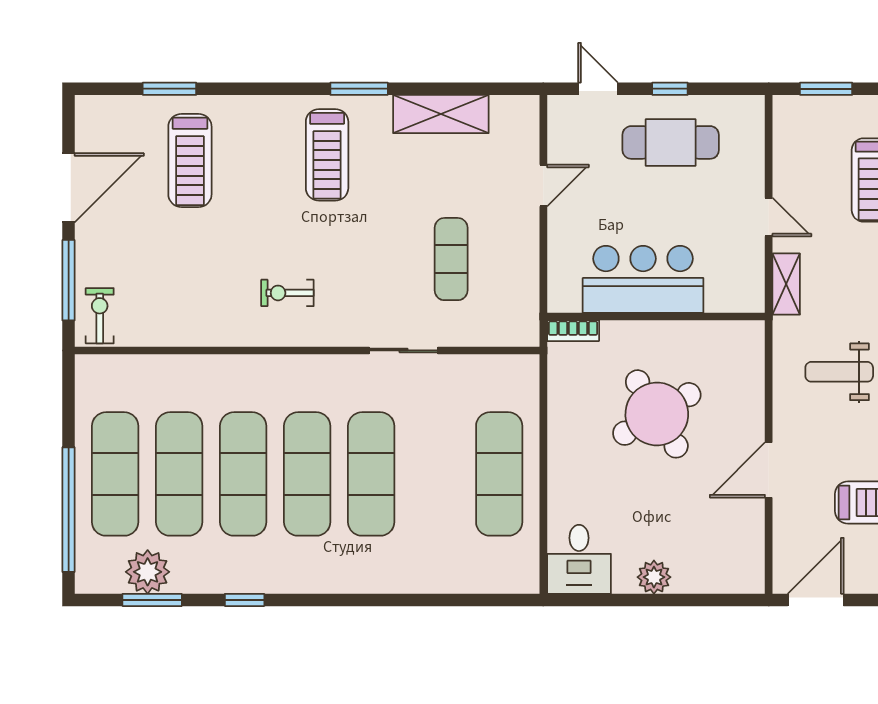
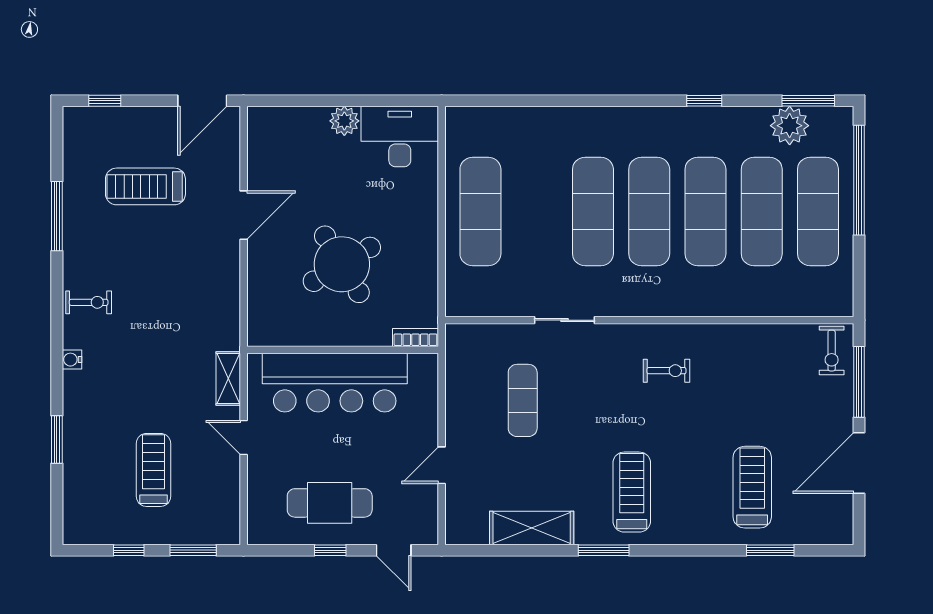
bar counter: (643, 279) -> (335, 383), width x1.36
weight bench: (839, 372) -> (182, 301), removed
desk: (579, 559) -> (400, 137), width x1.37
window: (152, 600) -> (808, 101), moved

